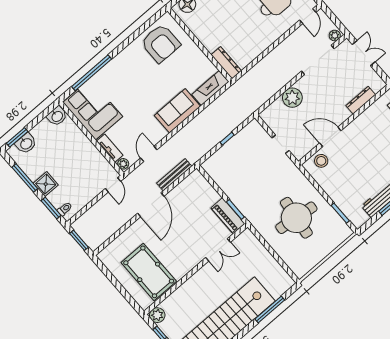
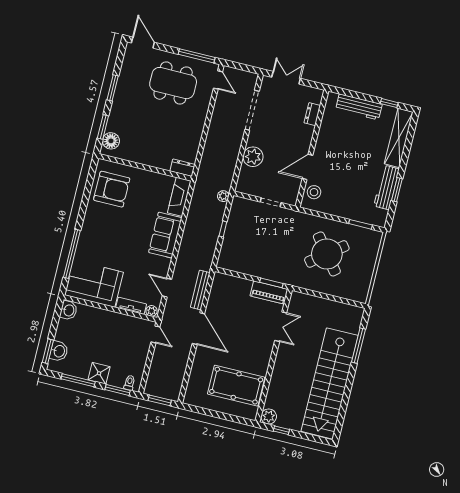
plant: (335, 35) -> (223, 196), moved
dresser: (226, 63) -> (182, 168), width x0.70
dresser: (361, 100) -> (312, 114), width x0.70
round table: (296, 218) -> (327, 254), turned 45

